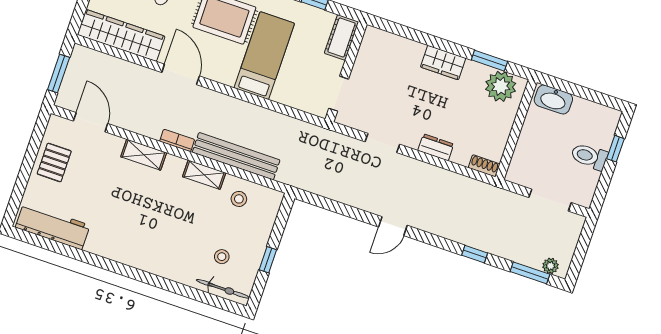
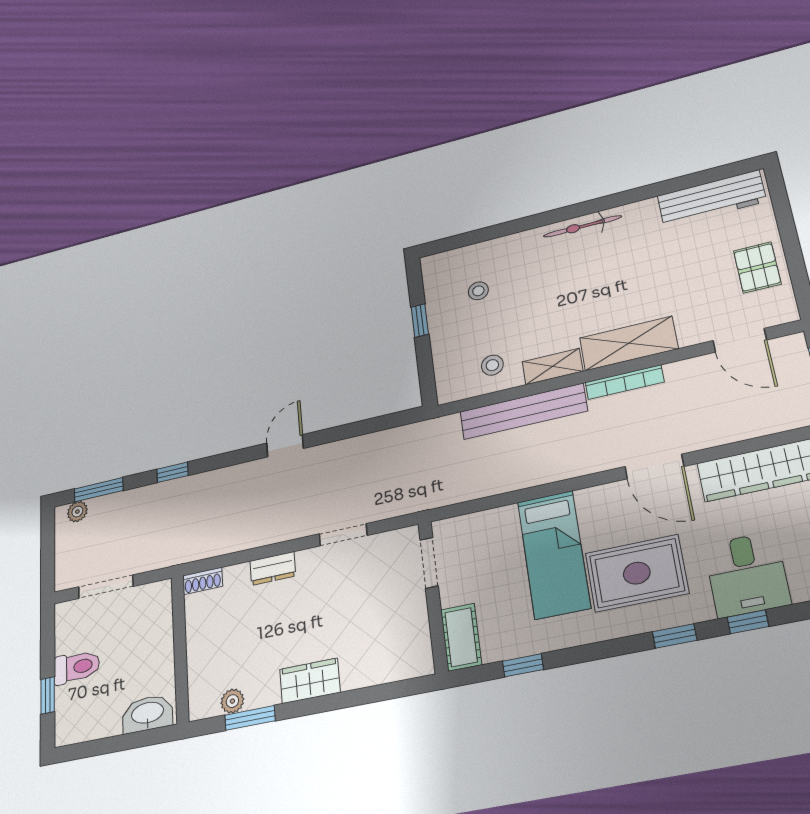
plant: (501, 86) -> (232, 701), width x0.53, depth x0.53
bookcase: (177, 140) -> (625, 382), width x1.56
shelving: (144, 155) -> (629, 343), width x1.50, depth x1.33
bicycle: (223, 289) -> (582, 226), moved

